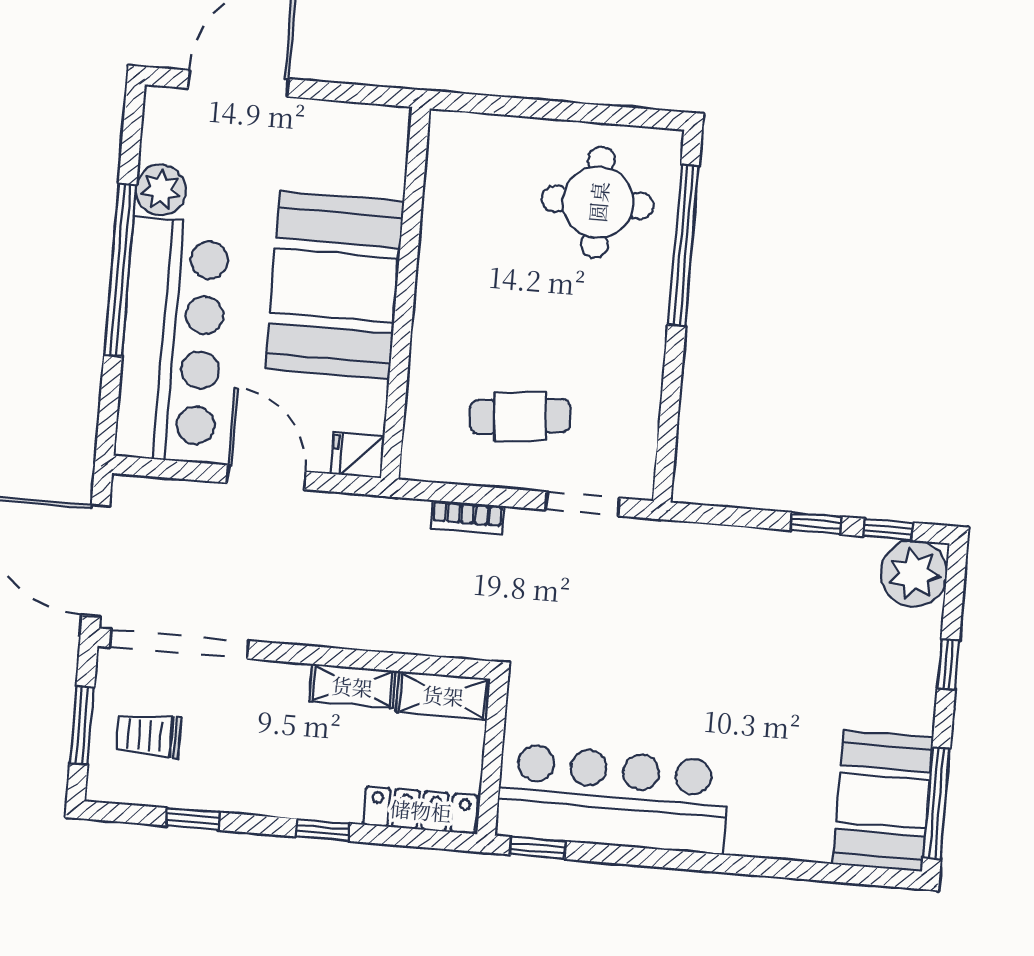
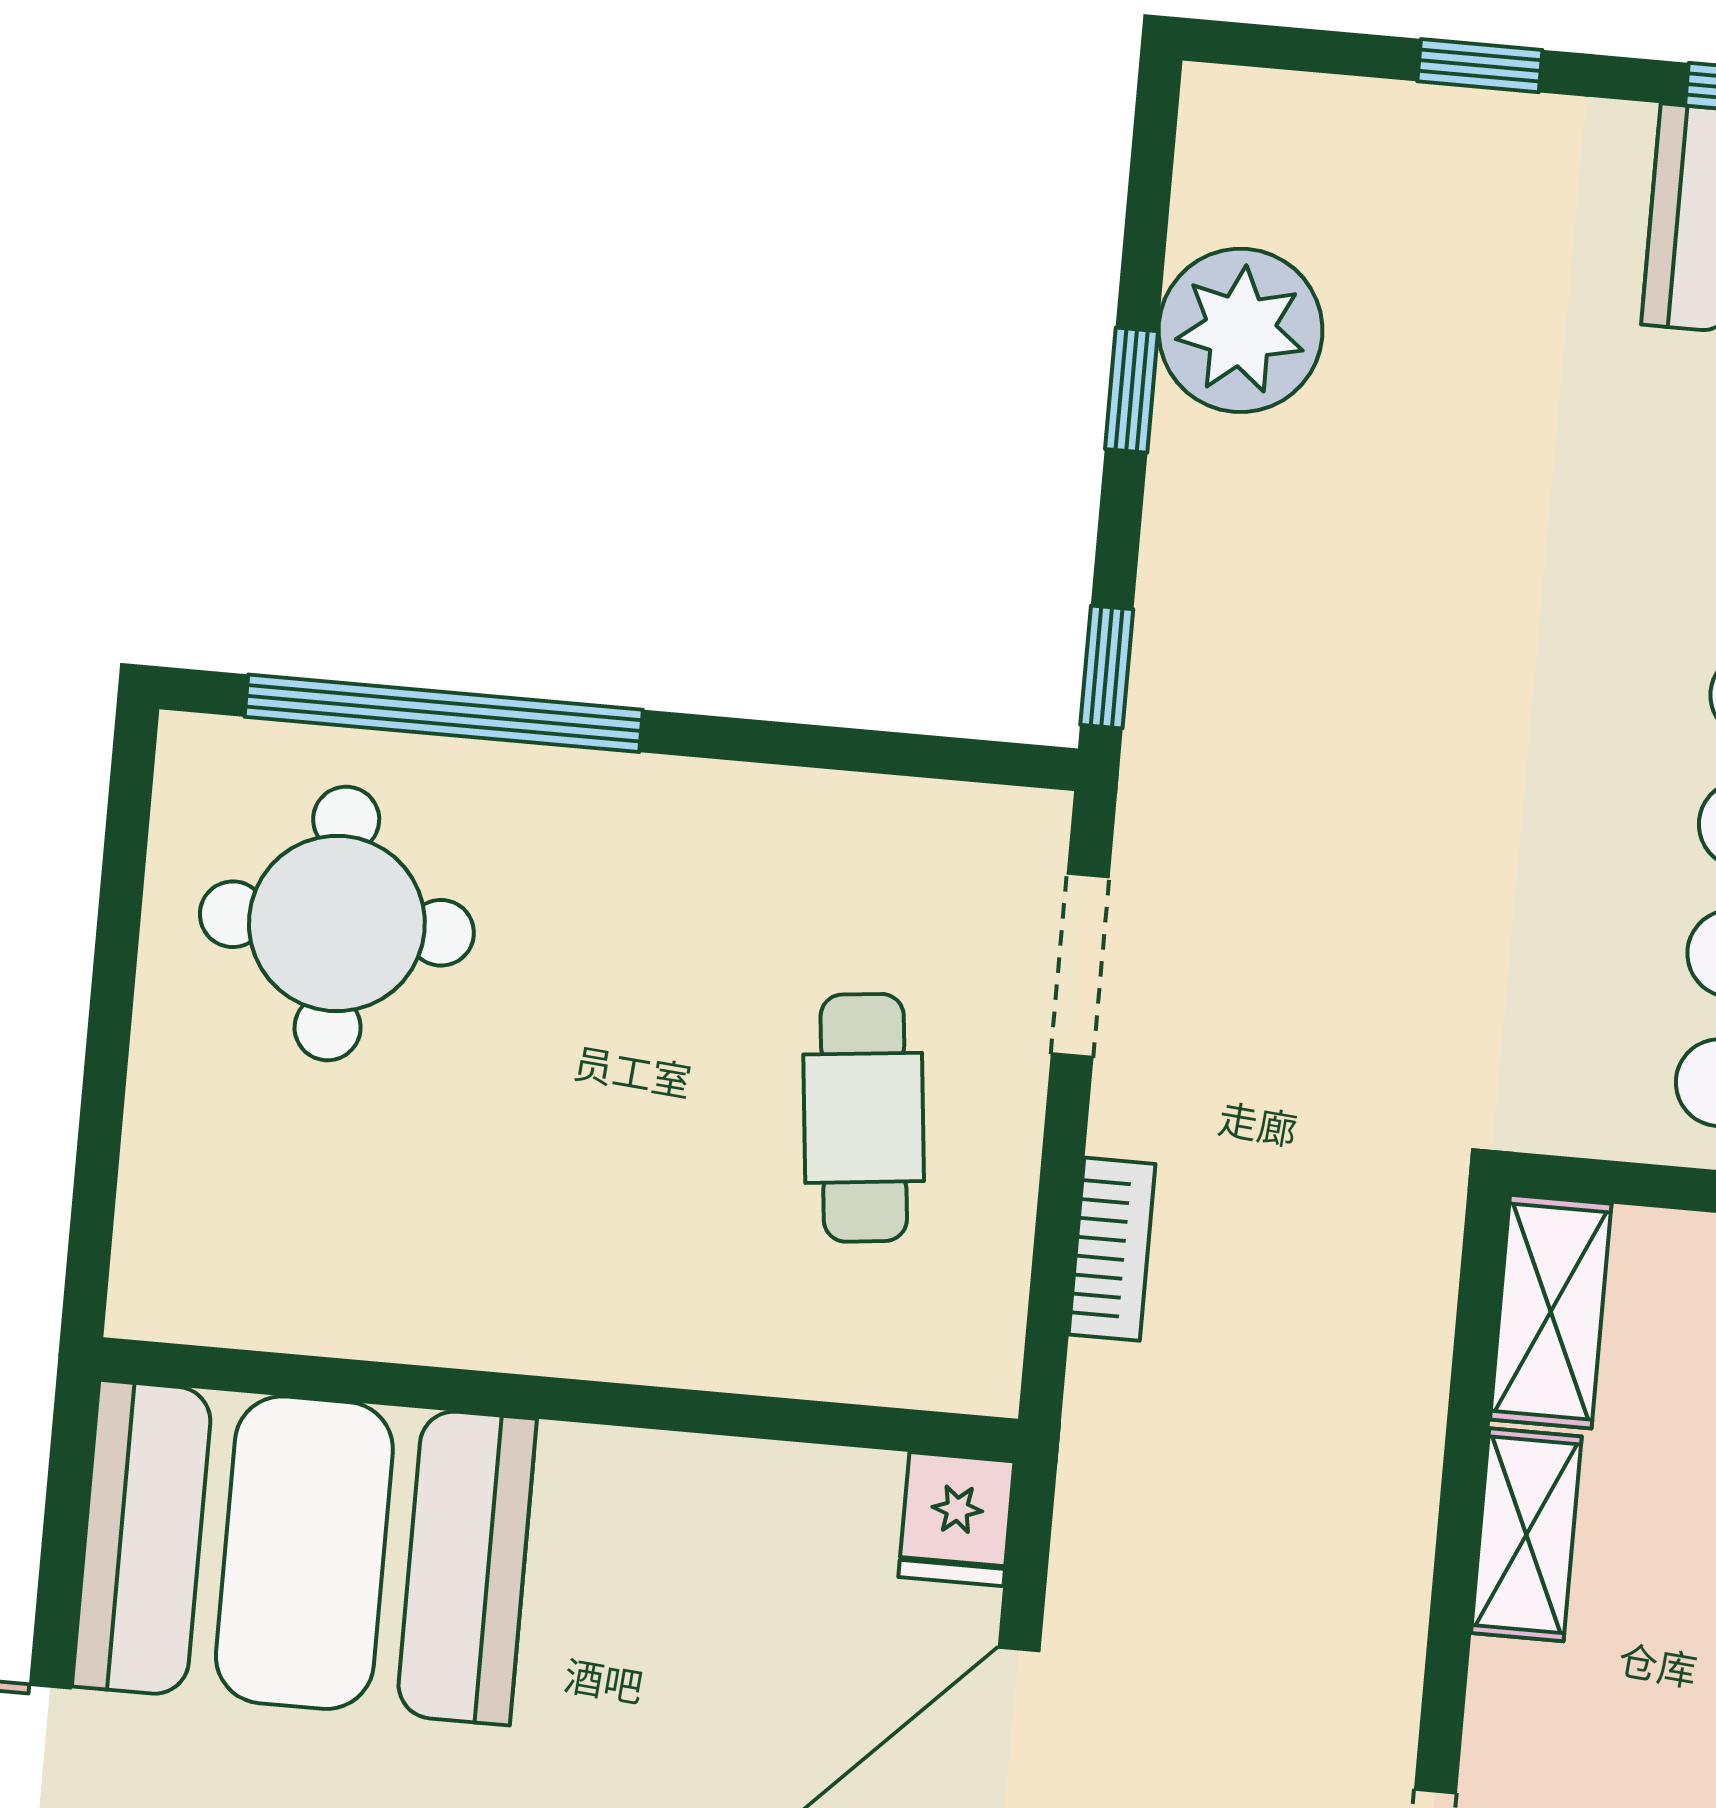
booth: (335, 285) -> (304, 1553), moved
window: (888, 530) -> (1107, 667), moved
plant: (914, 574) -> (1240, 330), moved

